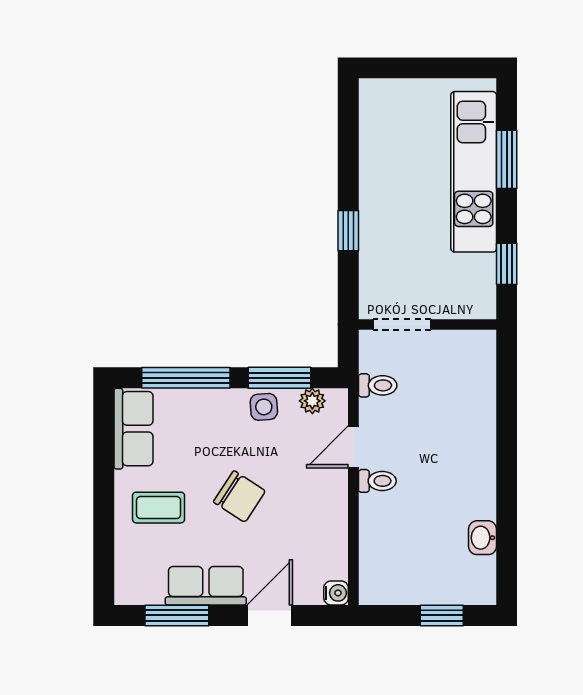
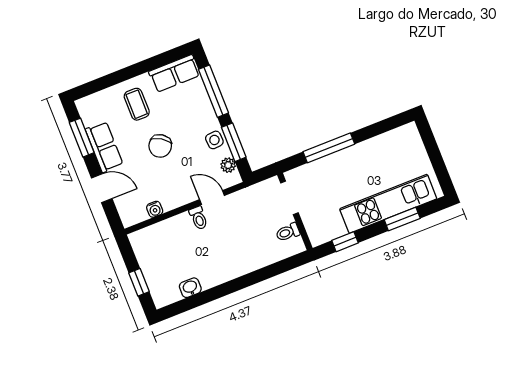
window: (348, 231) -> (329, 148), width x2.17
toilet: (378, 385) -> (288, 232), moved, turned 90
water cooler: (336, 593) -> (155, 209), moved

